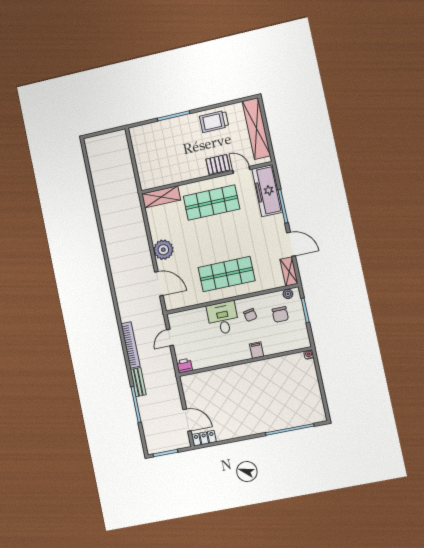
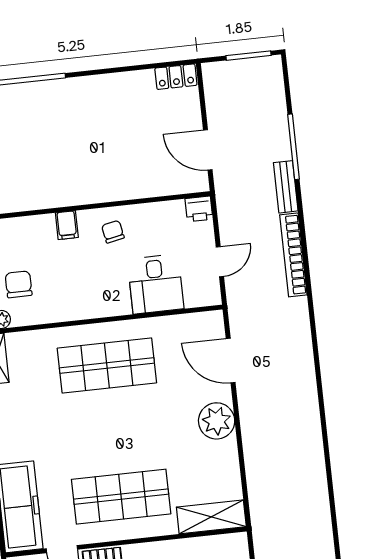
chair: (250, 315) -> (113, 232), moved
desk: (223, 318) -> (156, 284), moved
door: (187, 420) -> (208, 150), moved

